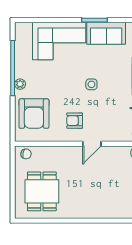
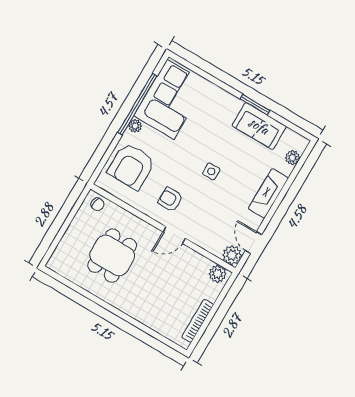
corner sofa: (59, 41) -> (170, 99), moved, turned -90
dining table: (42, 191) -> (112, 255), moved

